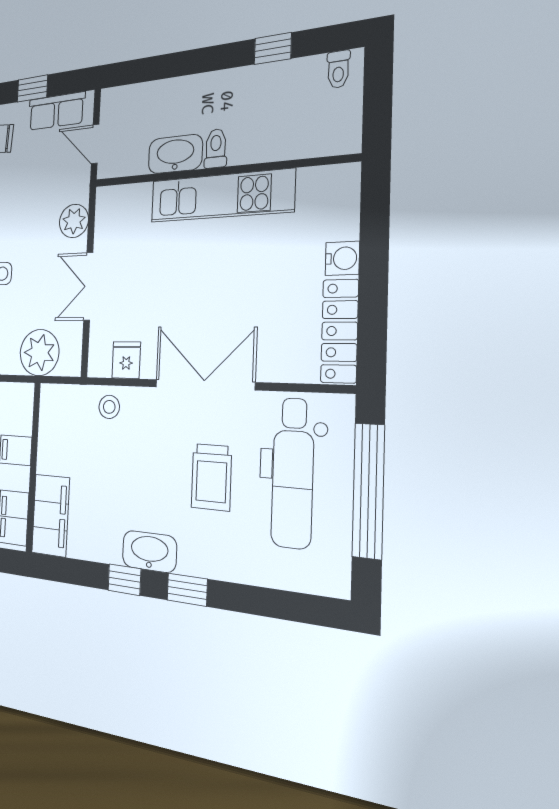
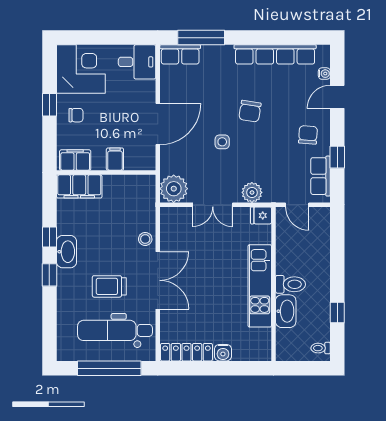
door: (95, 144) -> (297, 205), swing flipped
toilet: (216, 148) -> (290, 284), width x1.37, depth x1.39
washbasin: (175, 154) -> (286, 311), moved
double door: (88, 286) -> (213, 205), swing flipped
plant: (39, 353) -> (174, 189), moved
fridge: (126, 360) -> (261, 215), moved, turned 180
stool: (109, 407) -> (145, 239), moved

